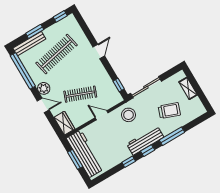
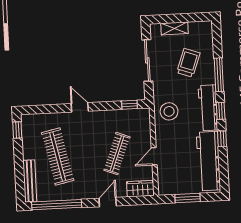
window: (35, 31) -> (19, 168), removed
sliding door: (146, 87) -> (147, 60), moved
plant: (44, 88) -> (89, 191), removed
door: (102, 115) -> (154, 156), moved
workbench: (85, 154) -> (208, 161), moved, turned -90

